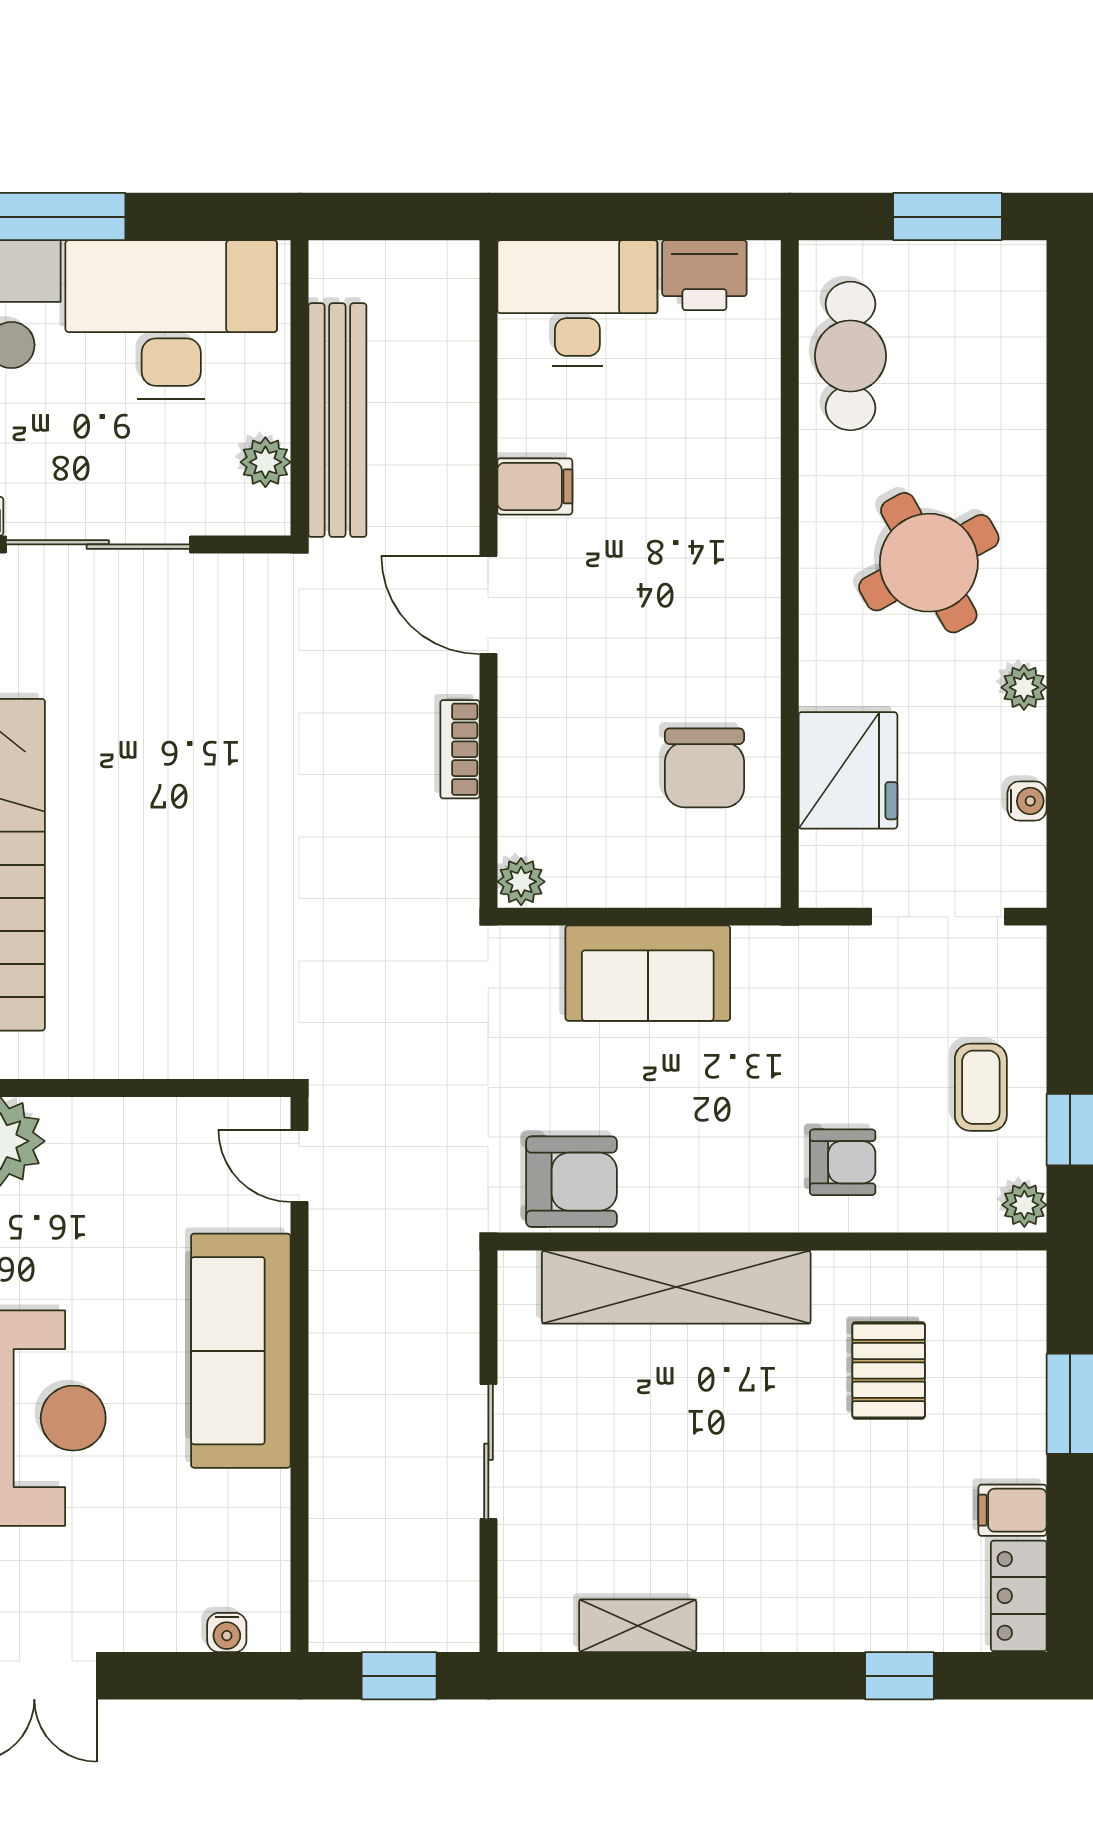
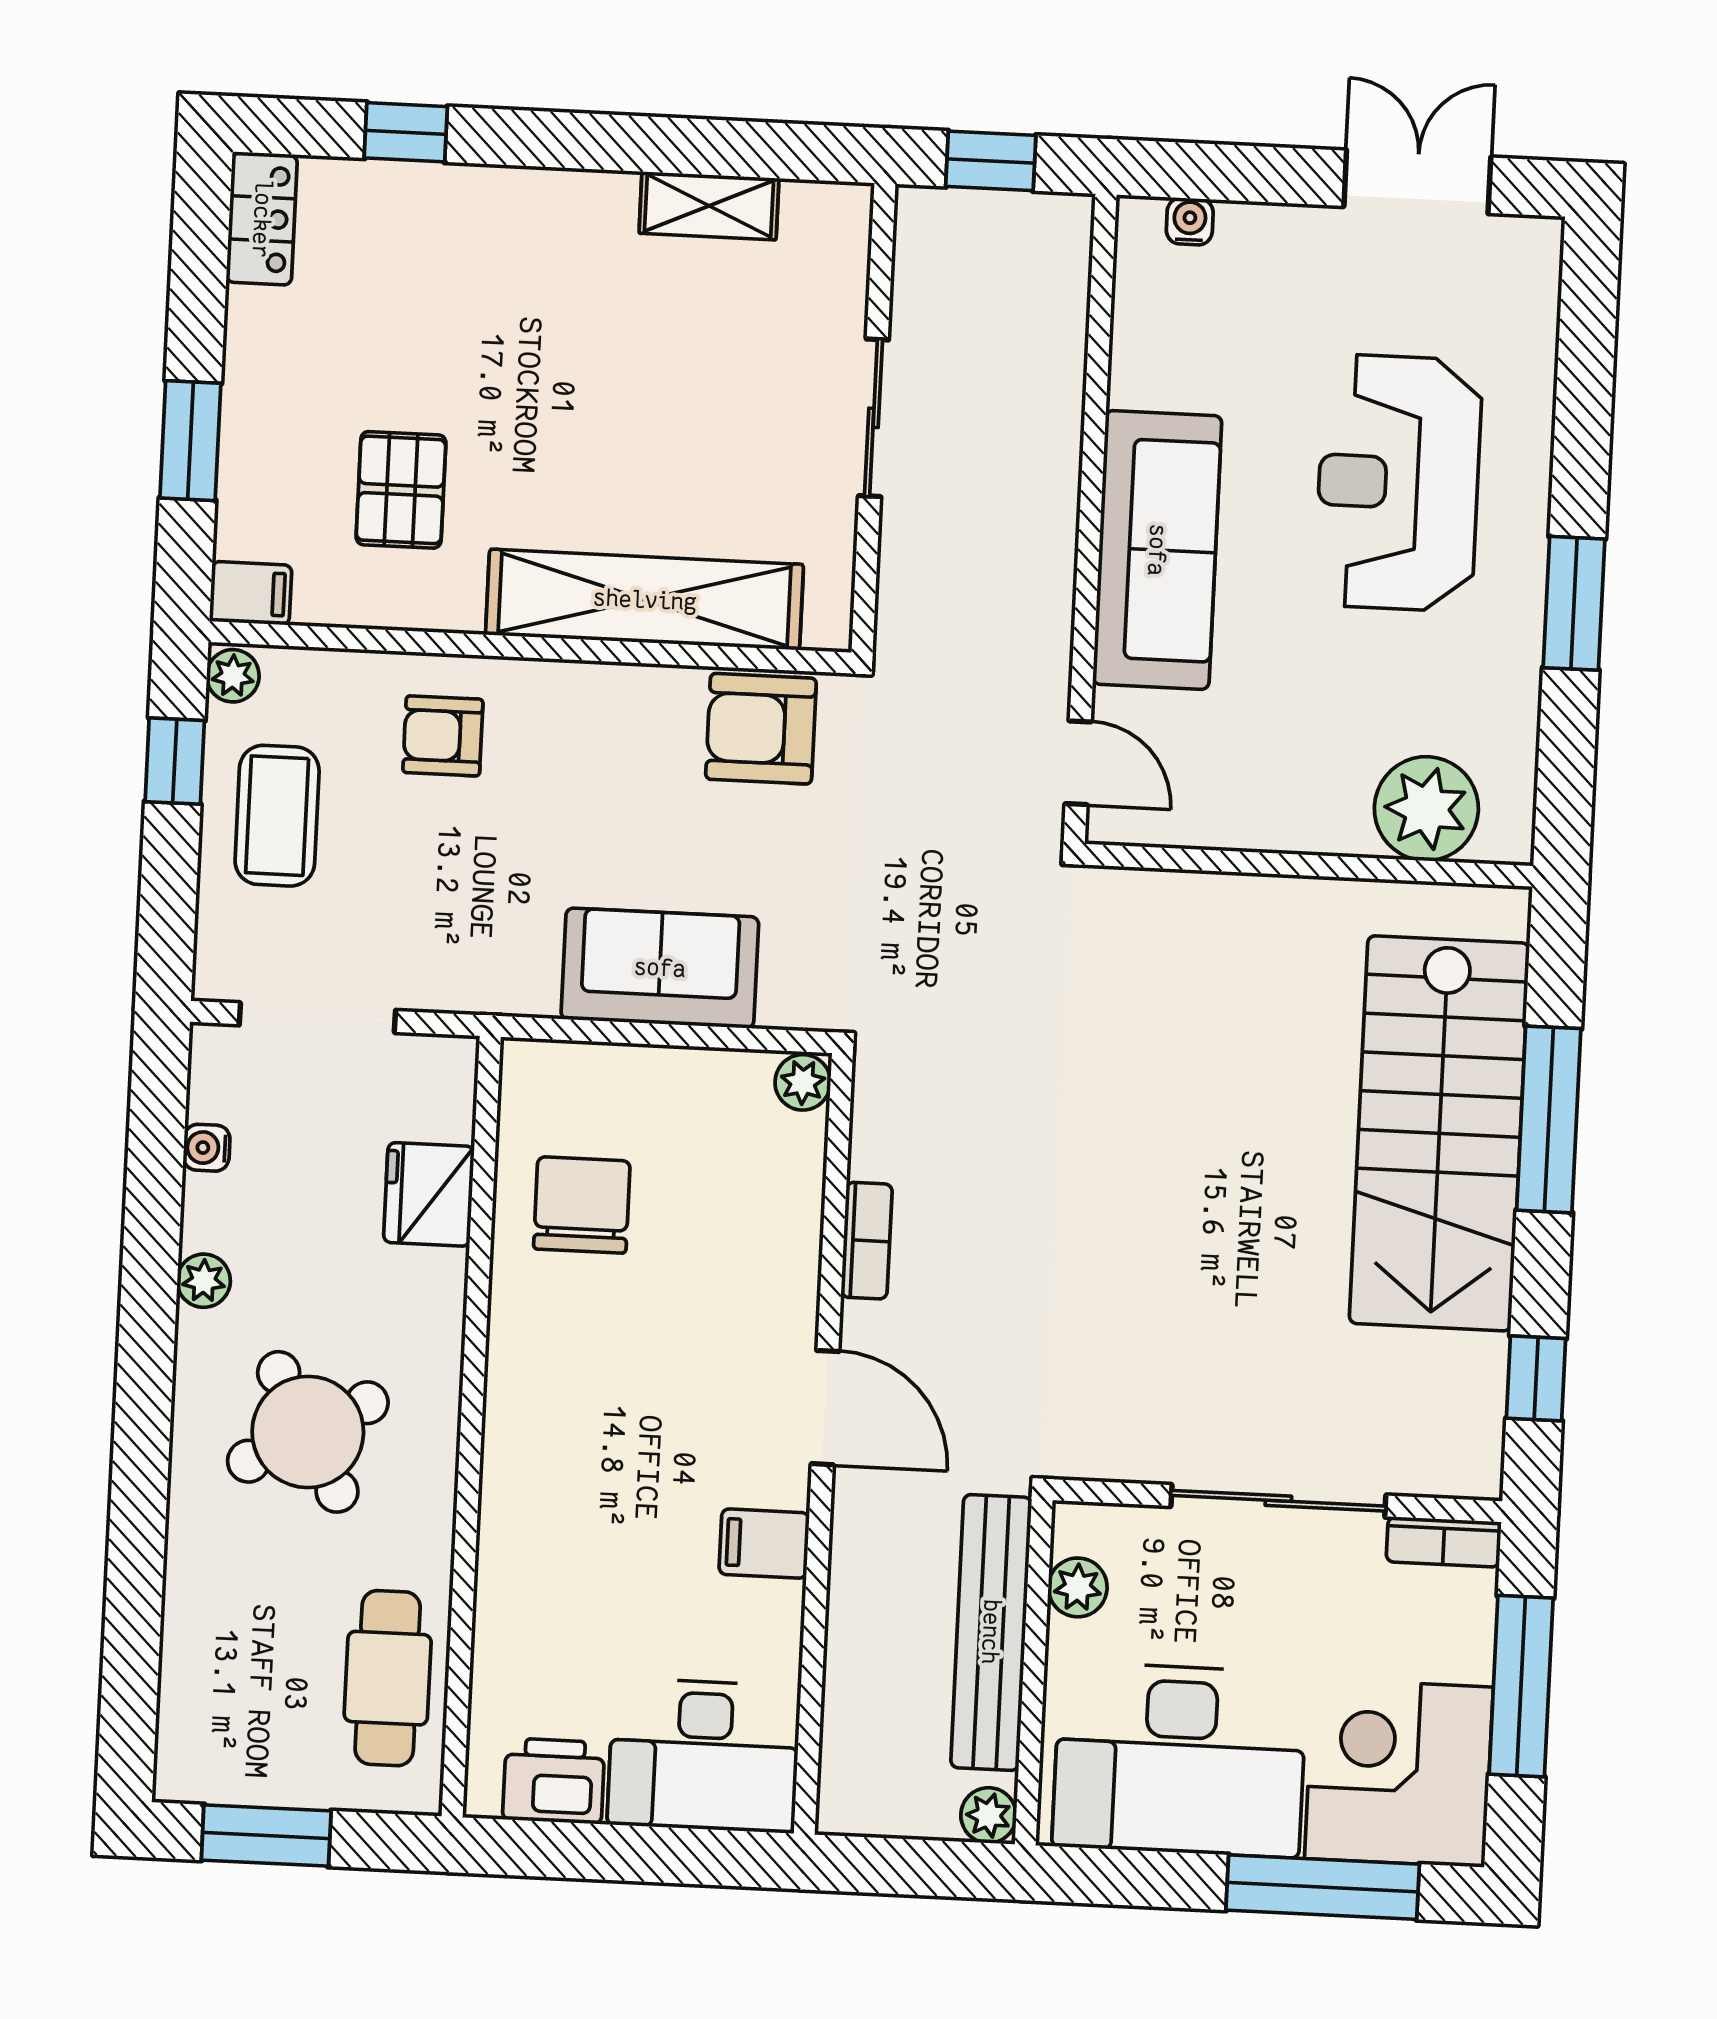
plant: (332, 264) -> (989, 1815), added
fridge: (848, 770) -> (429, 1194), width x0.73, depth x0.75
coffee table: (981, 1087) -> (277, 816), width x1.36, depth x1.30
filing cabinet: (1013, 1510) -> (251, 593), moved

